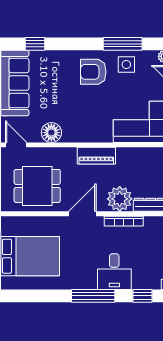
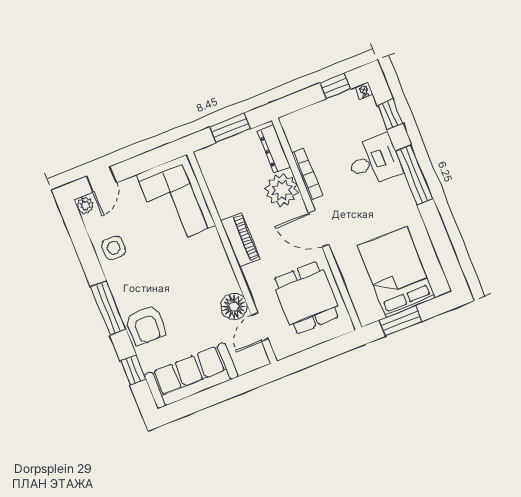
window: (123, 44) -> (108, 308), moved
armchair: (93, 72) -> (146, 325), moved
door: (16, 145) -> (260, 327), moved

